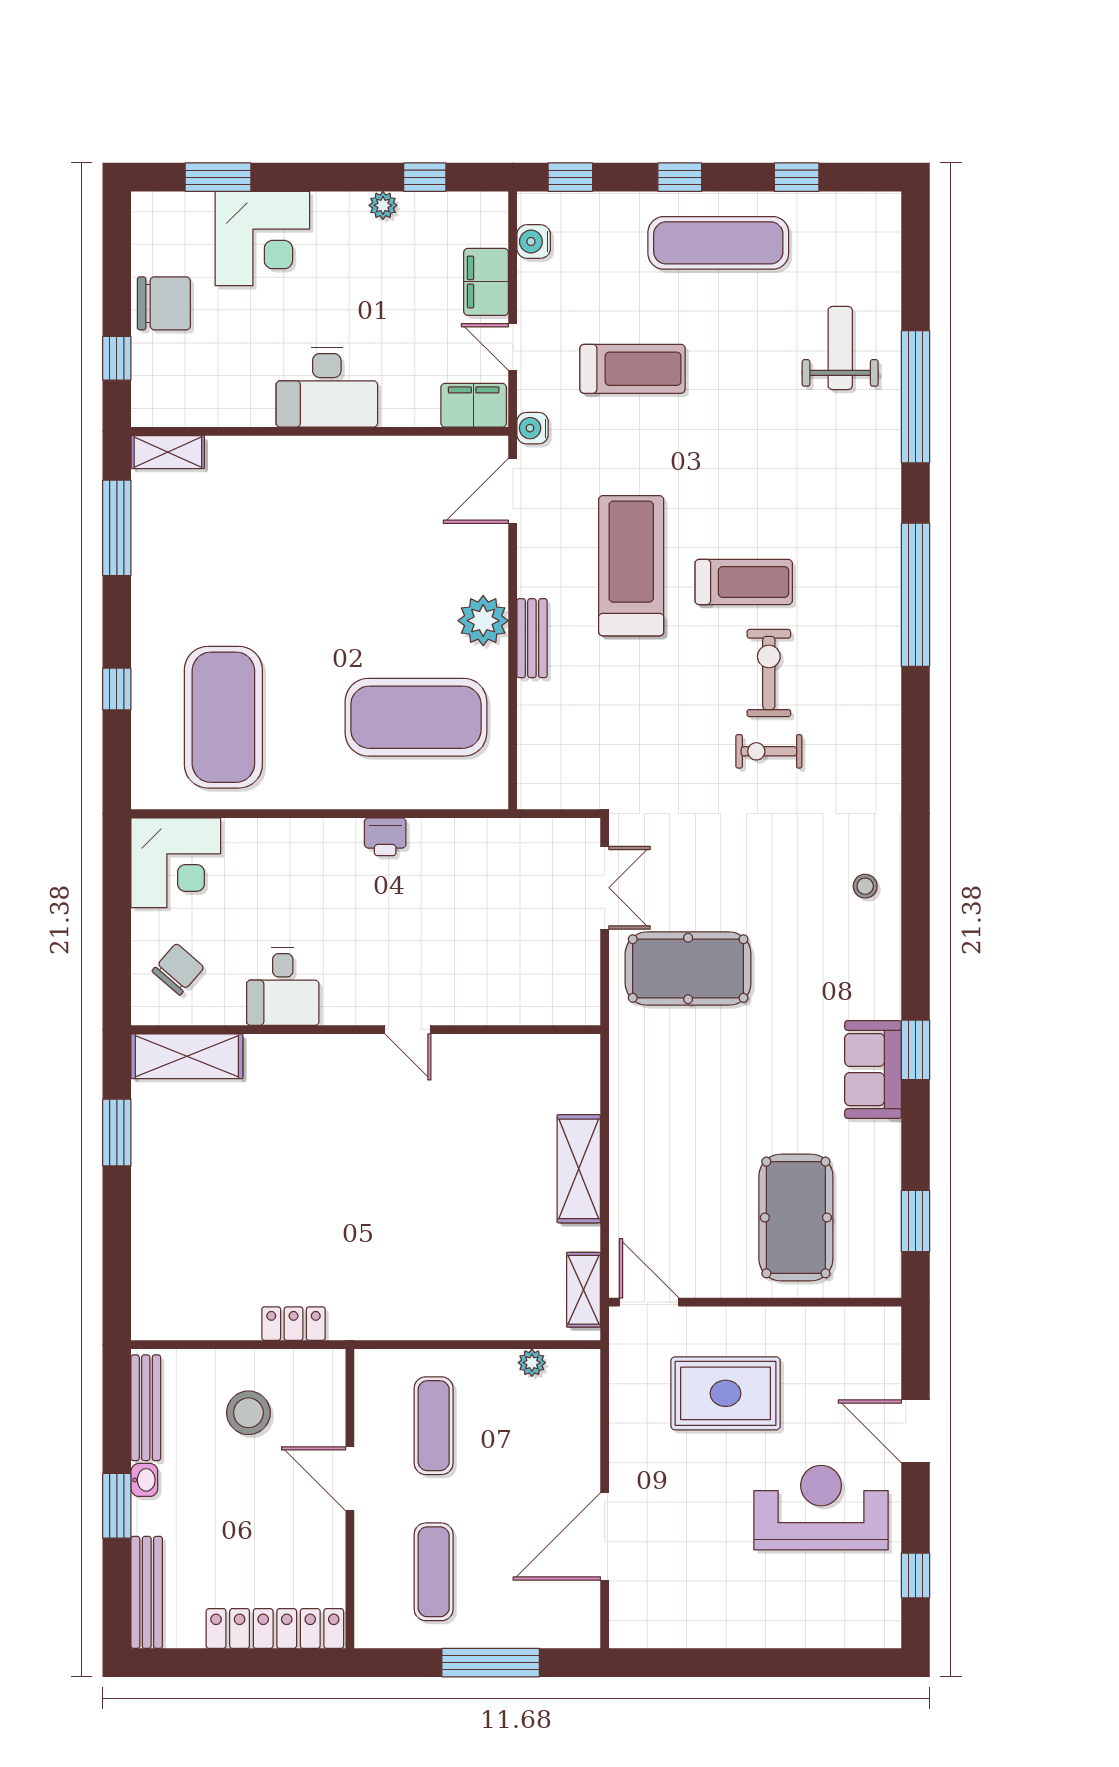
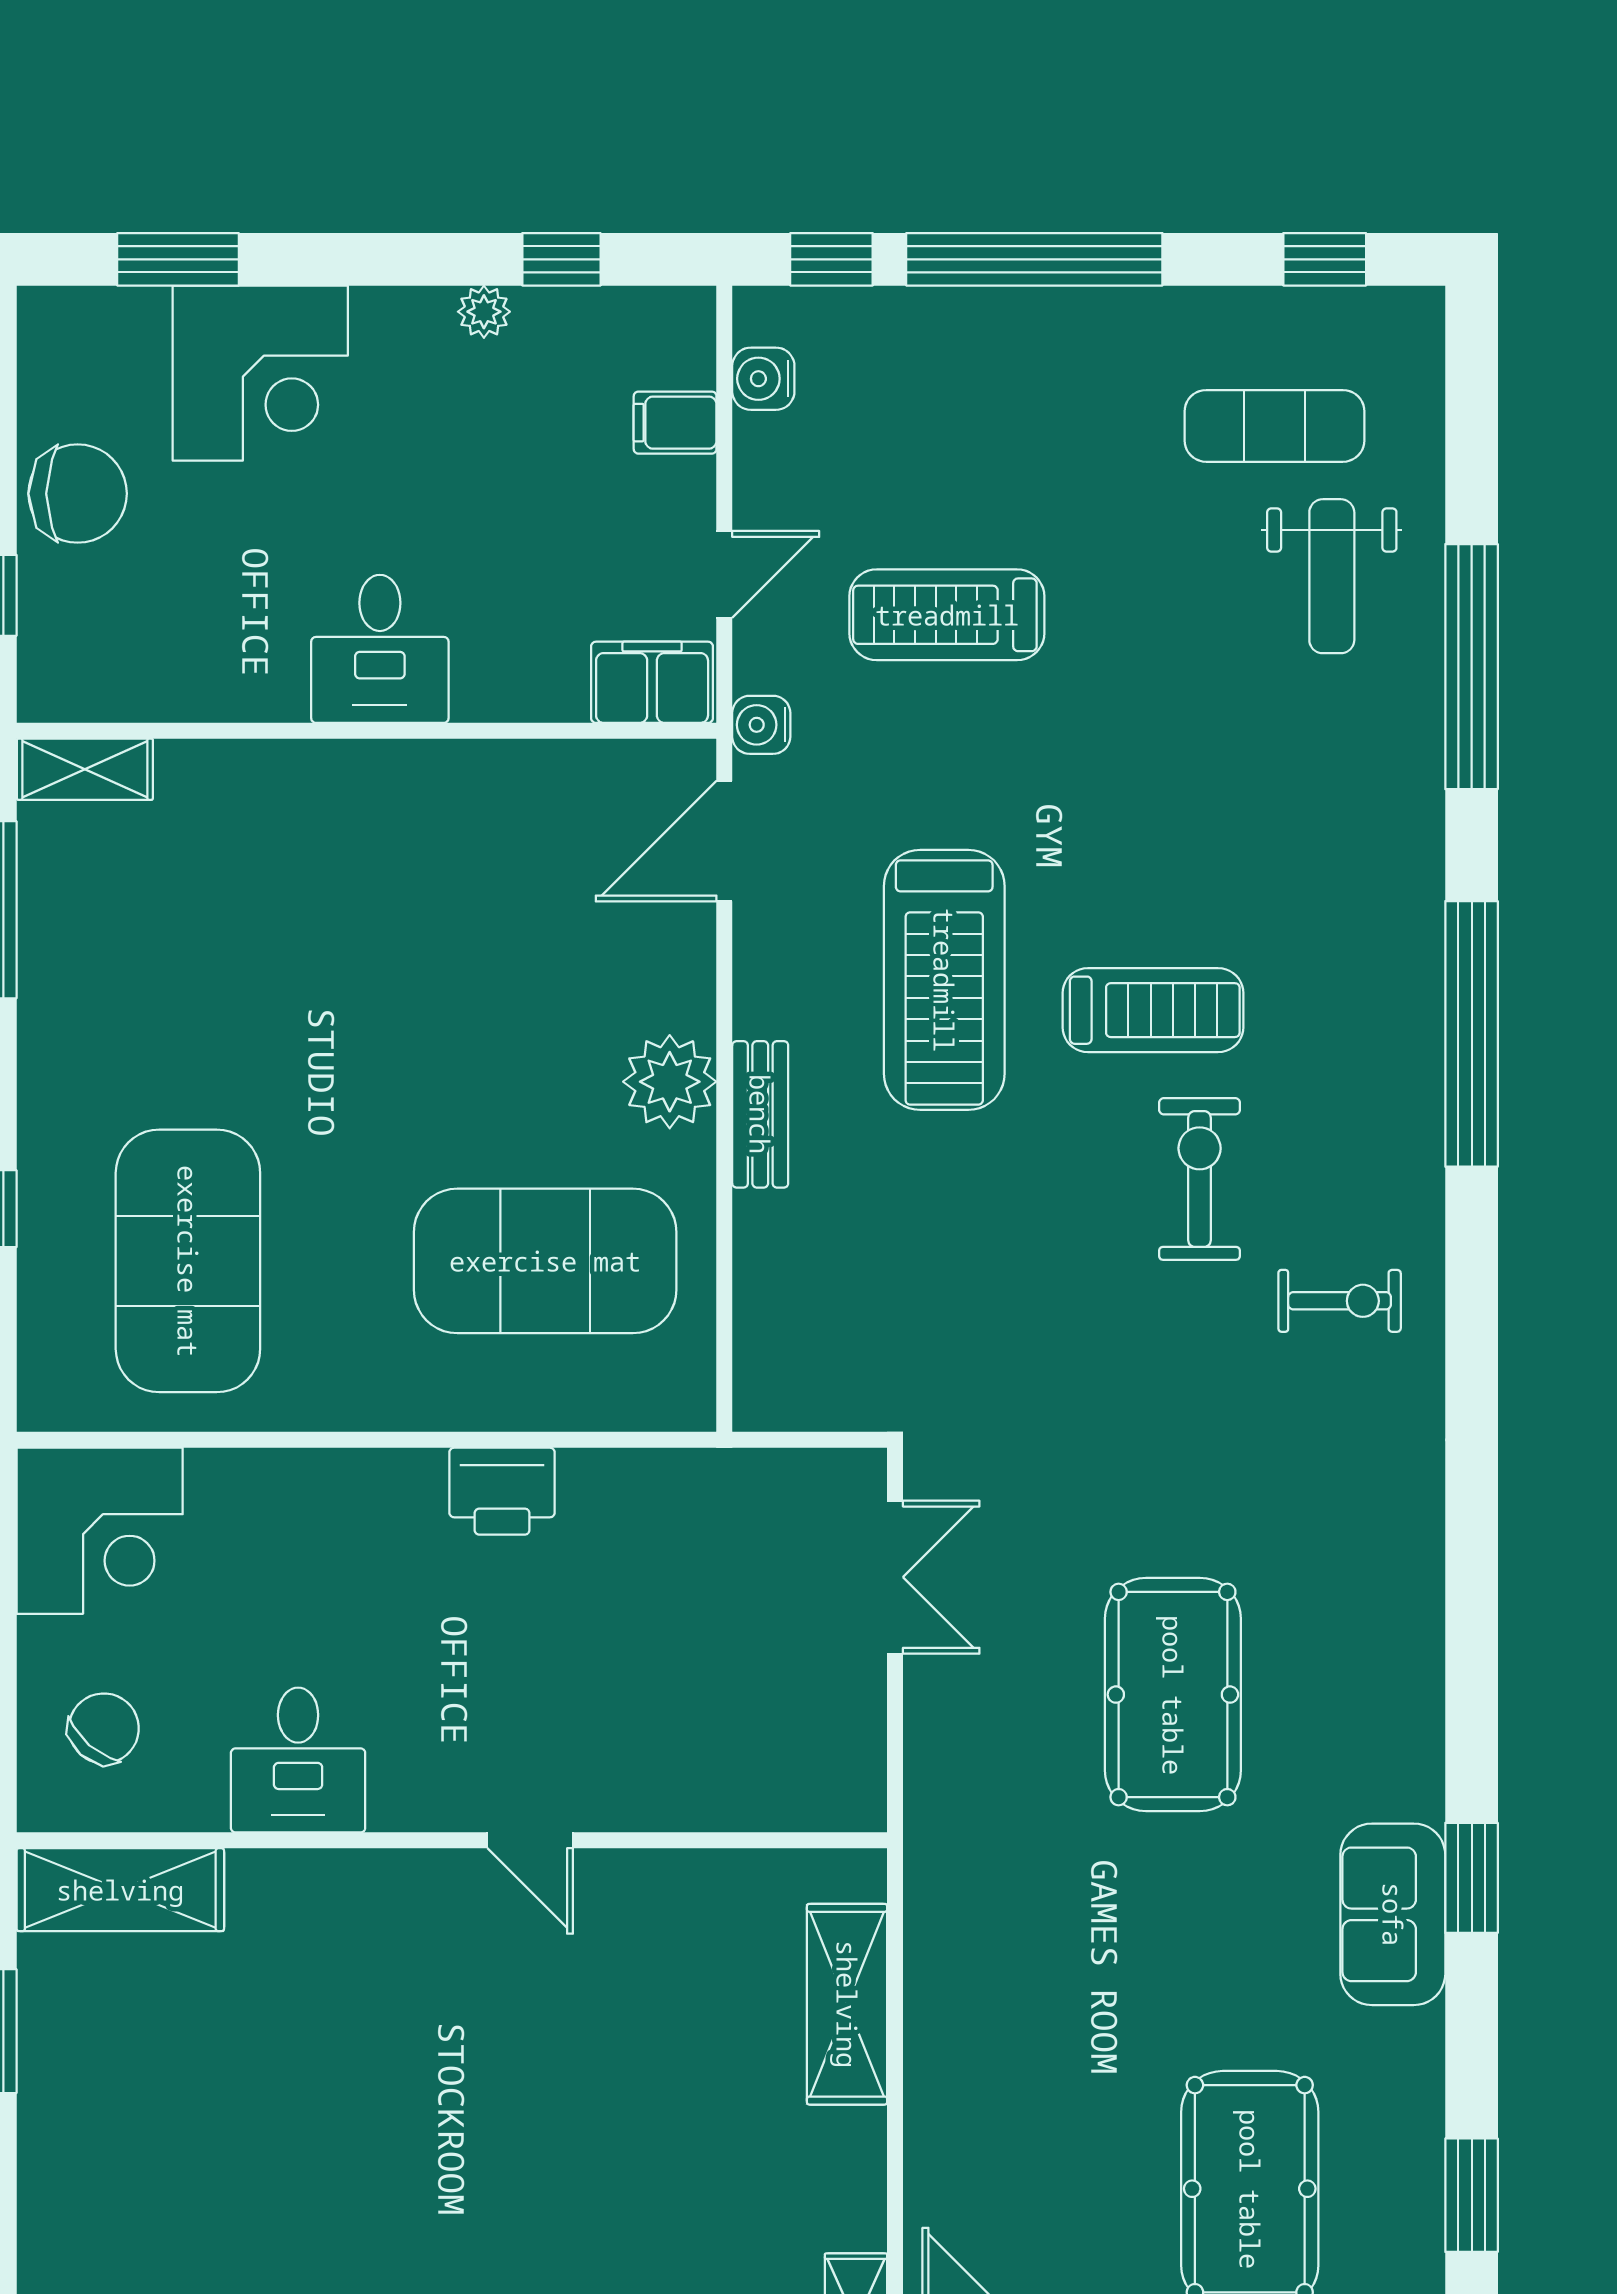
window: (680, 177) -> (1034, 259), width x3.17
window: (797, 177) -> (1325, 259), moved
exercise mat: (718, 243) -> (1275, 426), moved, width x0.73, depth x0.69
filing cabinet: (486, 282) -> (675, 423), width x0.50
door: (513, 347) -> (724, 574), swing flipped
weight bench: (840, 348) -> (1332, 576), turned 180
treadmill: (633, 369) -> (947, 615), turned 180
desk: (327, 387) -> (380, 649), width x0.73
treadmill: (631, 566) -> (944, 980), turned 180
exercise bike: (769, 751) -> (1340, 1301), moved, turned 180
printer: (385, 837) -> (502, 1491), width x1.36, depth x1.24
stool: (865, 886) -> (1378, 1574), removed
pool table: (688, 969) -> (1173, 1695), moved, turned 90
shelving: (579, 1169) -> (847, 2004), moved

